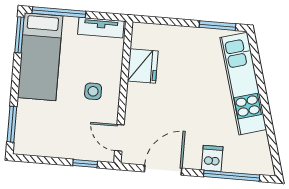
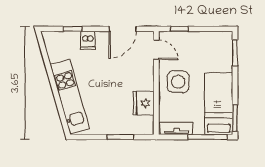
window: (217, 26) -> (120, 137), moved
side table: (93, 91) -> (178, 82), width x1.87, depth x1.87
window: (232, 176) -> (73, 29), width x0.46

